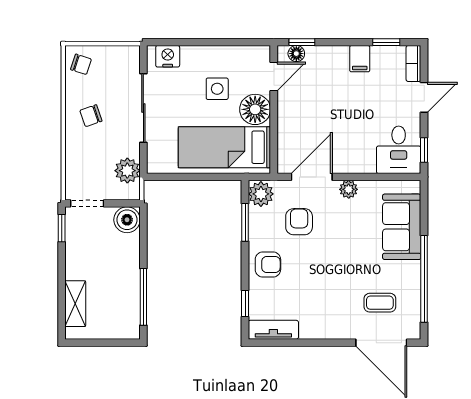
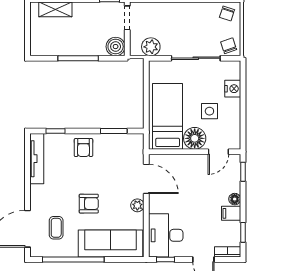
floor lamp: (296, 54) -> (235, 199), moved
nightstand: (168, 56) -> (233, 89), moved
door: (274, 76) -> (218, 152), hinge flipped
chair: (91, 116) -> (229, 46), moved
desk: (399, 150) -> (166, 235), width x1.37
plant: (261, 194) -> (134, 142), removed
armchair: (299, 222) -> (89, 204), moved
sofa: (402, 227) -> (111, 243), width x1.36
window: (143, 297) -> (78, 58), moved
tv unit: (273, 330) -> (37, 159), width x1.41

